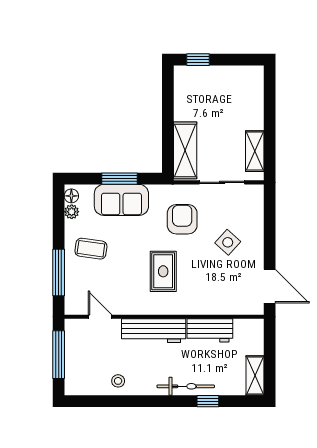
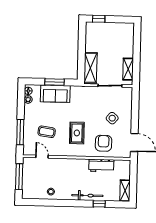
armchair: (182, 219) -> (104, 143), moved
coffee table: (91, 249) -> (47, 132), moved
workbench: (154, 331) -> (71, 165), removed

